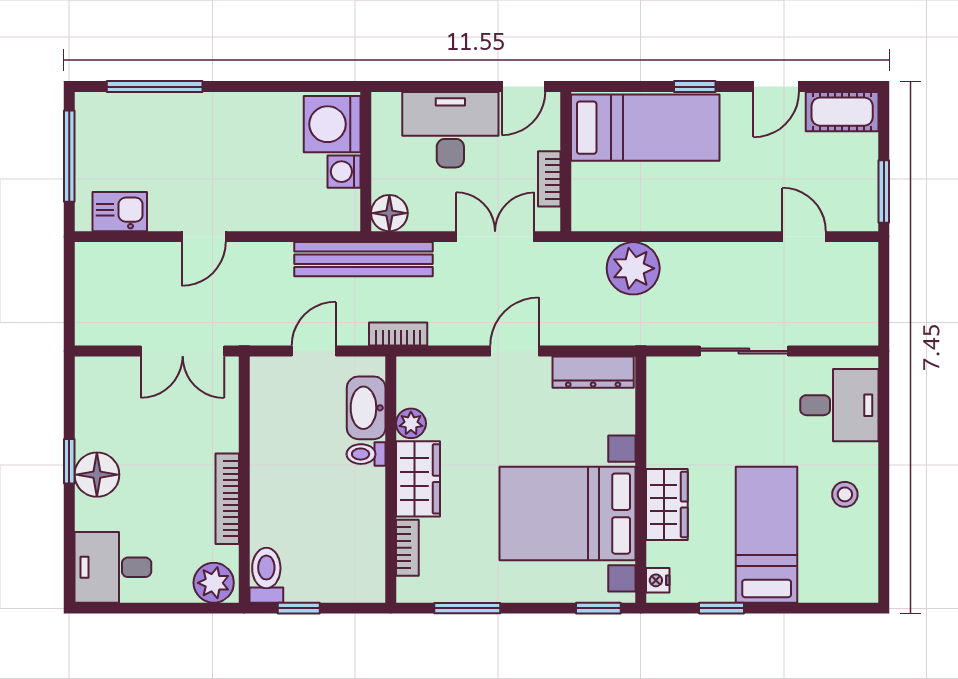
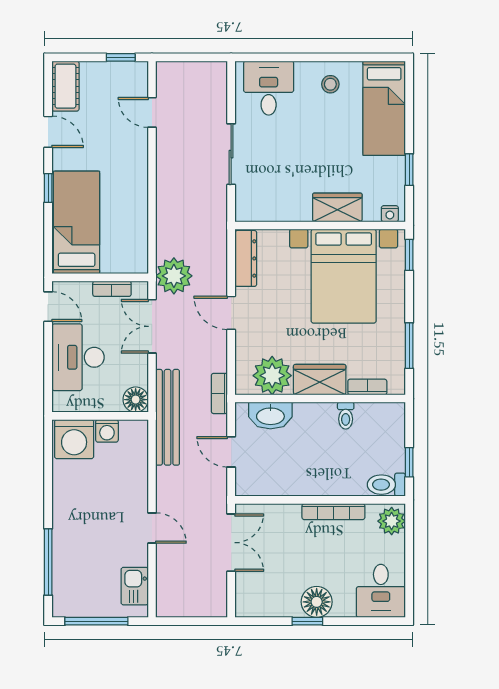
window: (884, 191) -> (121, 57), width x0.67
door: (804, 237) -> (152, 112), hinge flipped
plant: (633, 268) -> (174, 276), moved
plant: (411, 423) -> (272, 376), width x1.88, depth x1.88
toilet: (366, 454) -> (346, 416), moved
bed: (767, 535) -> (384, 108), moved, turned -90

